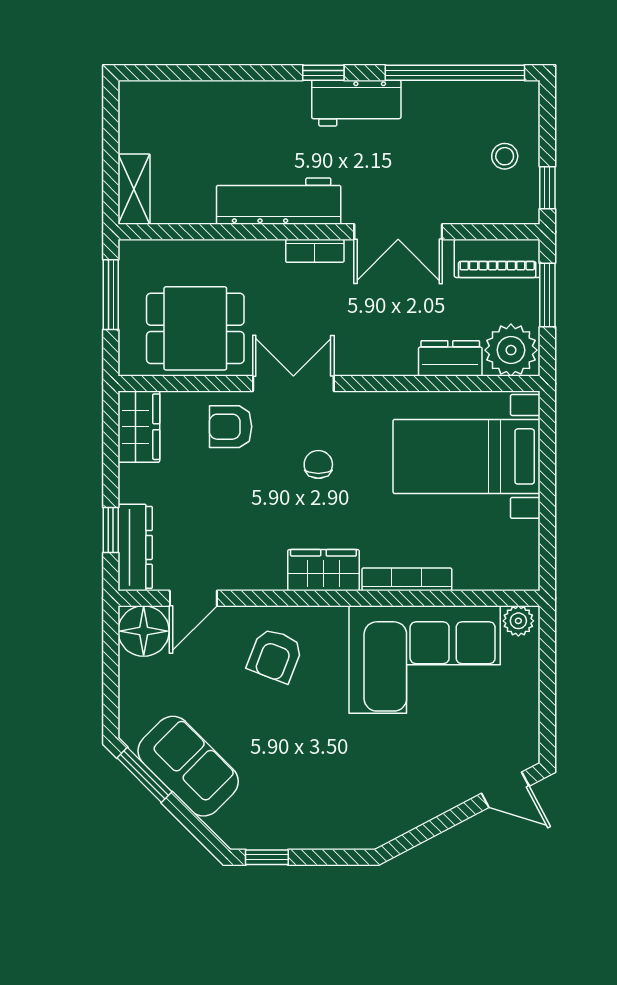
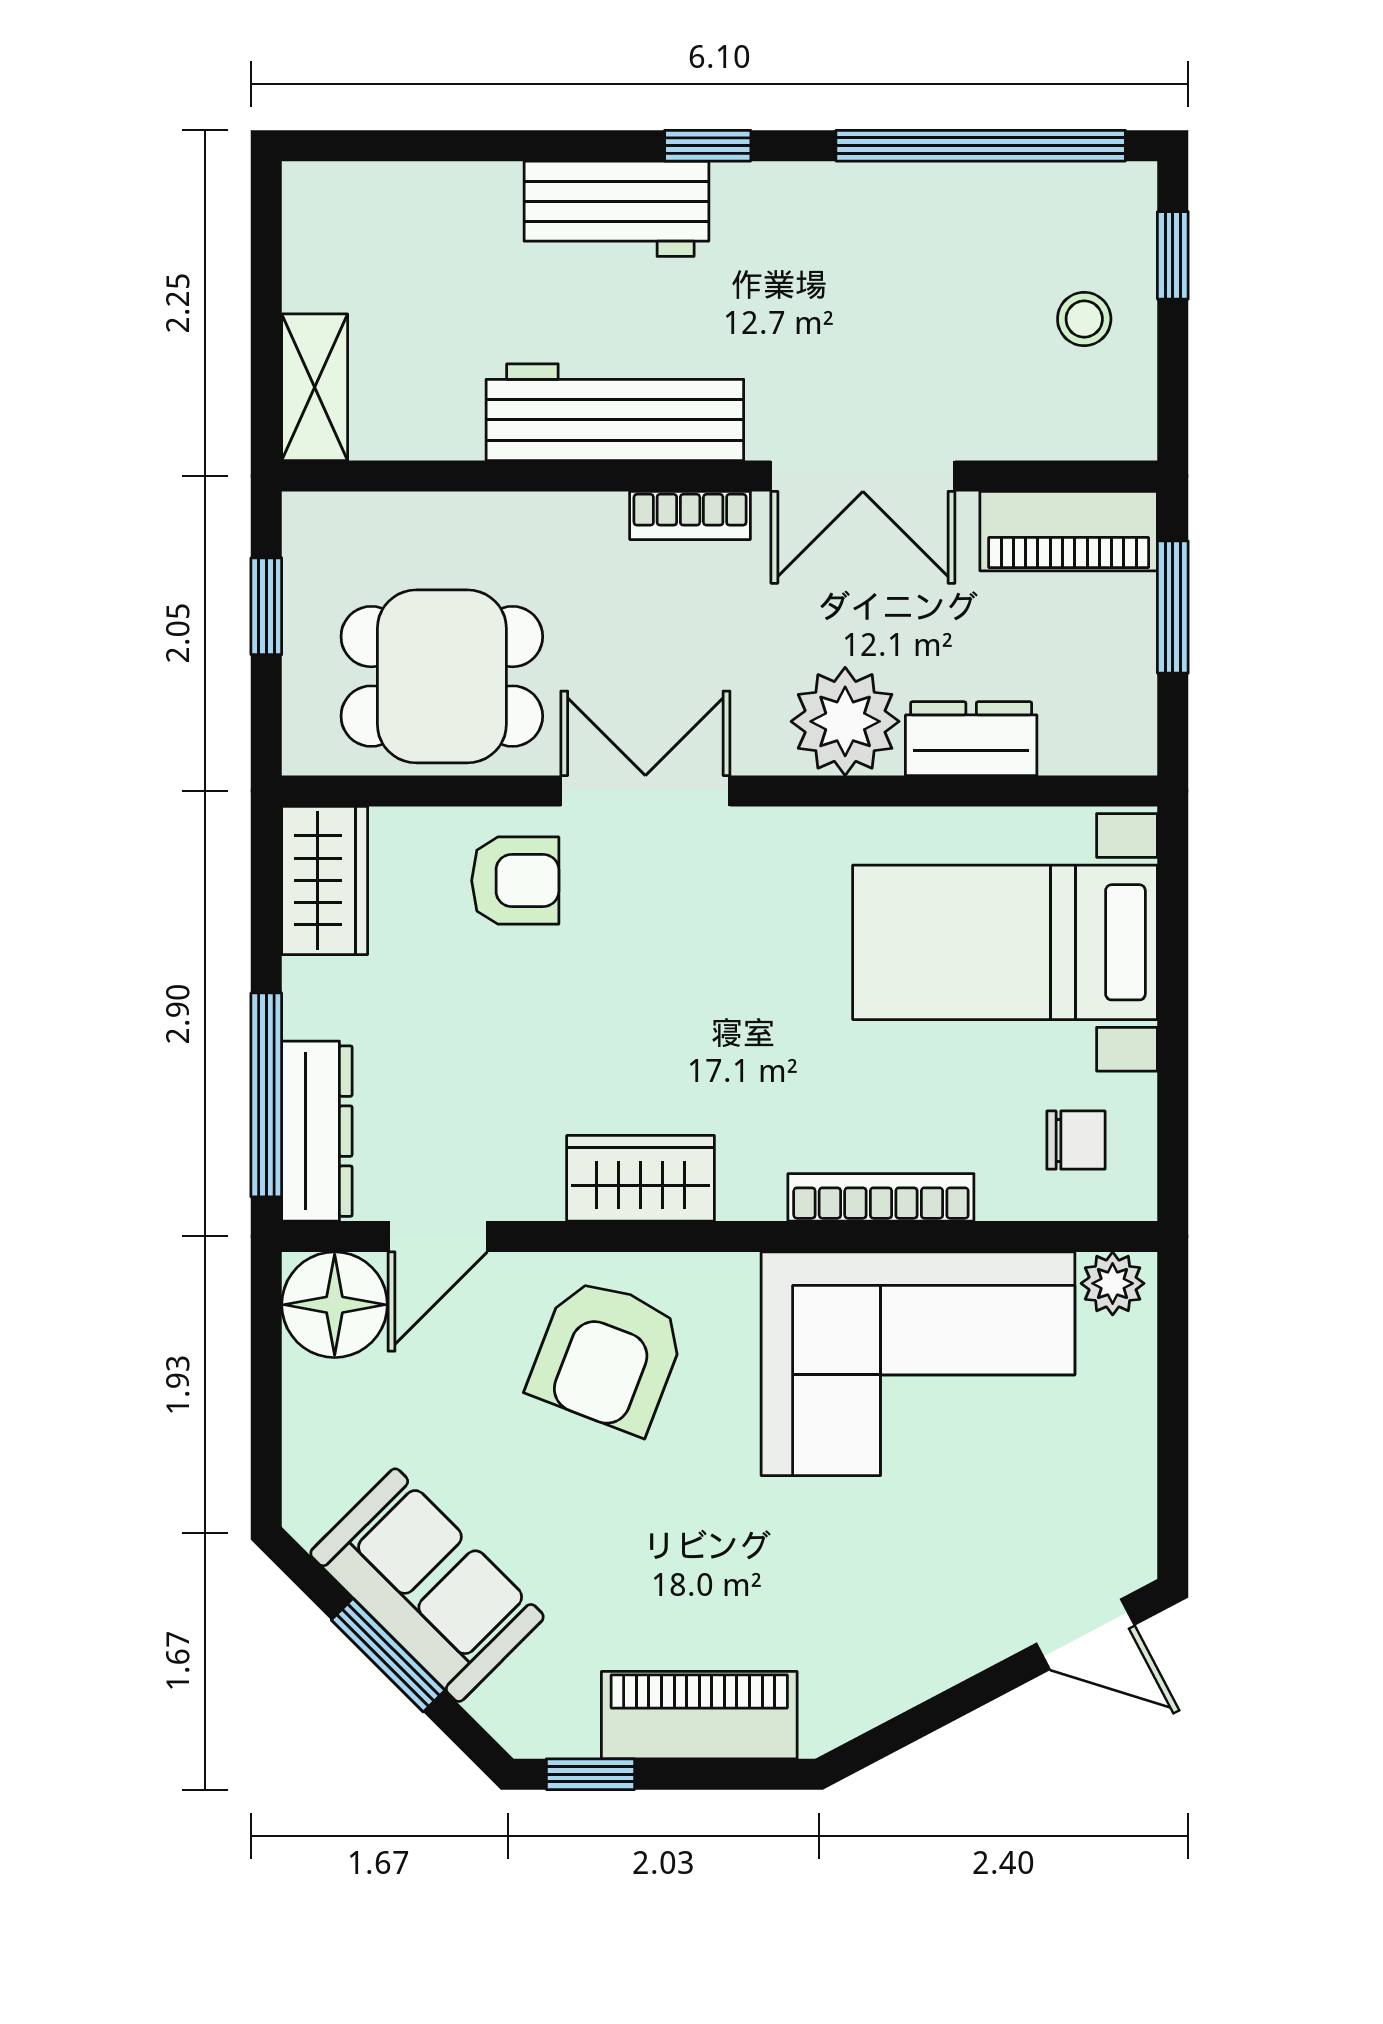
workbench: (356, 103) -> (616, 209), moved
window: (547, 188) -> (1173, 255), moved
window: (111, 295) -> (266, 606), width x0.67
plant: (511, 350) -> (845, 721), moved
armchair: (231, 427) -> (515, 881), turned 180
chair: (318, 464) -> (1076, 1140), moved, turned 90
window: (111, 530) -> (266, 1095), width x2.17
wardrobe: (323, 570) -> (641, 1178), moved
armchair: (275, 655) -> (607, 1355), width x1.38, depth x1.38
window: (144, 775) -> (388, 1655), moved
piano: (319, 829) -> (699, 1715), added

